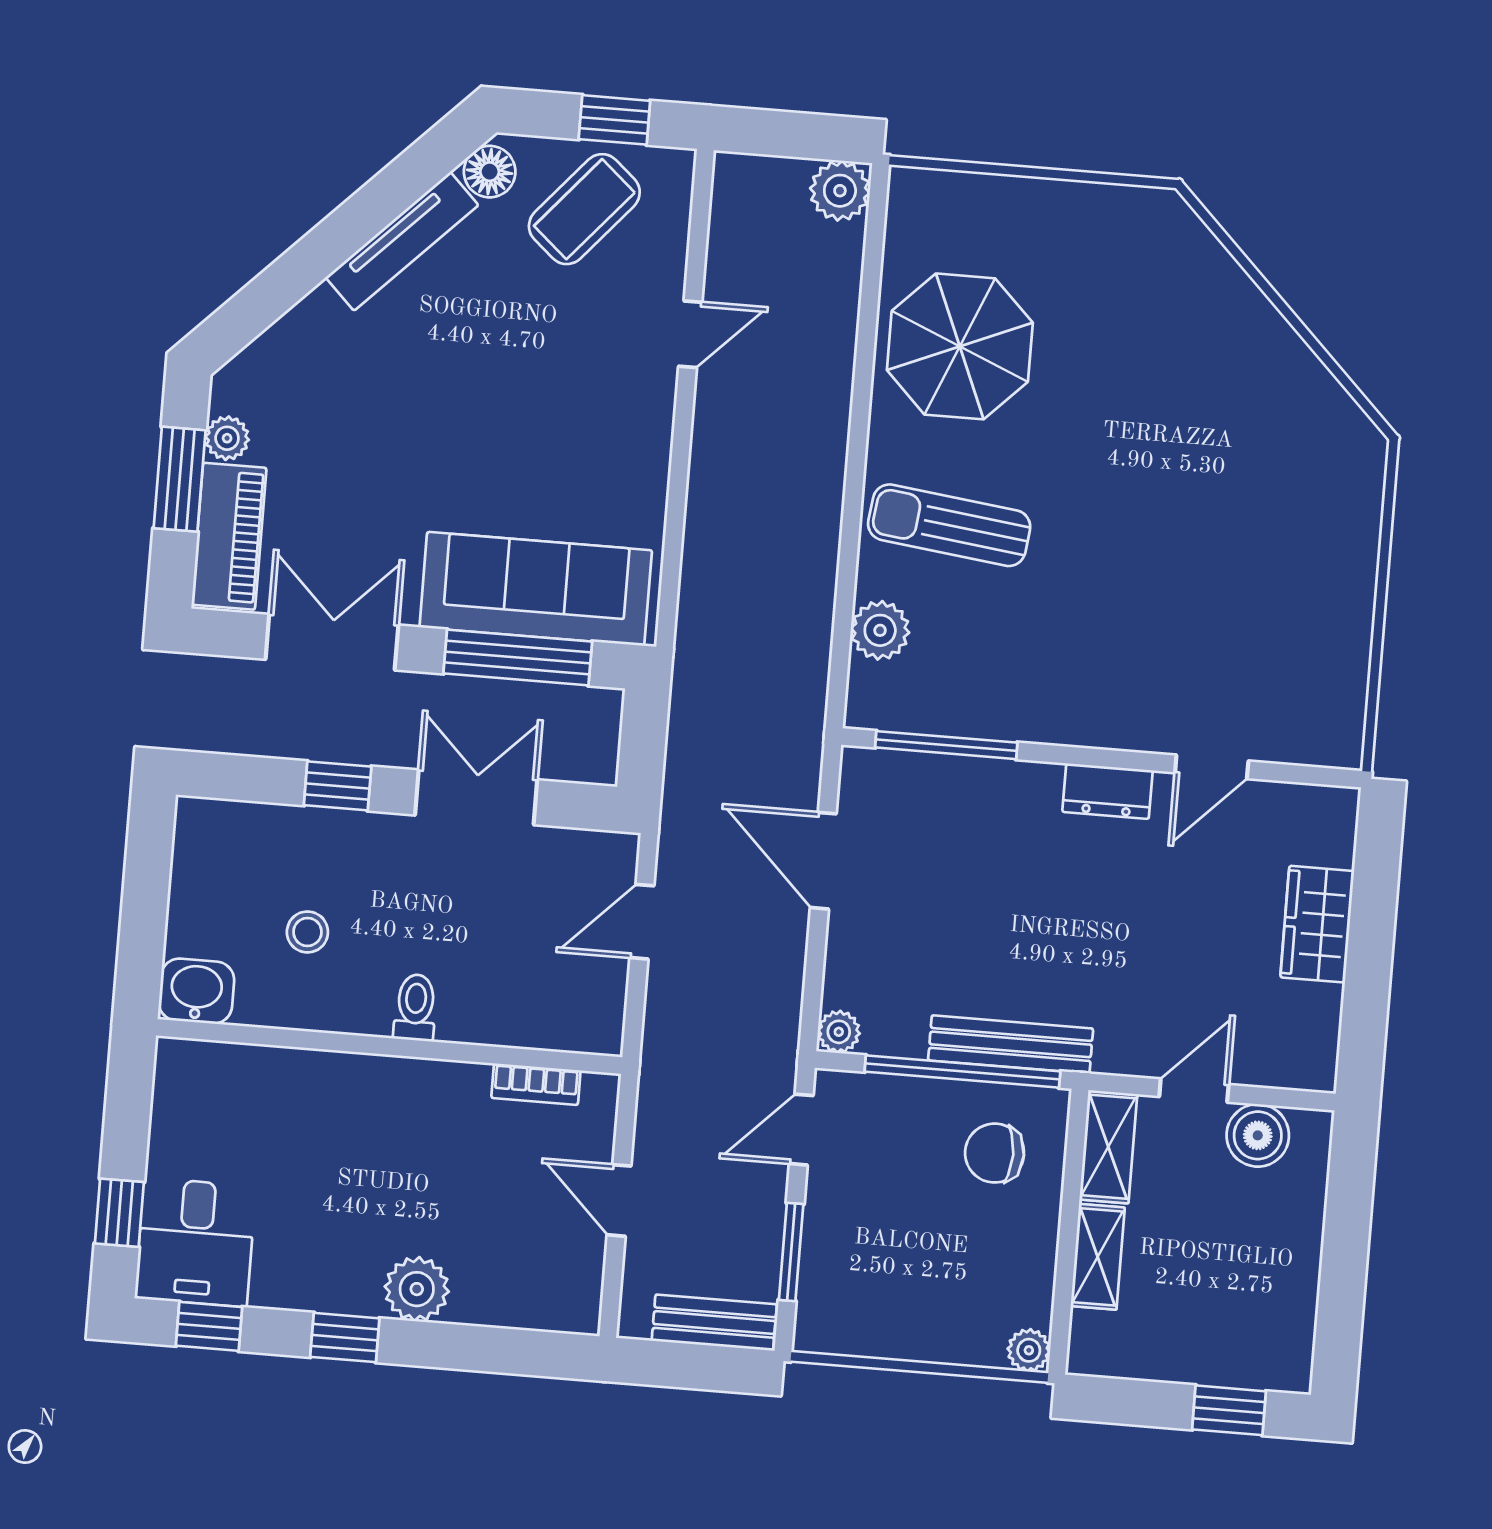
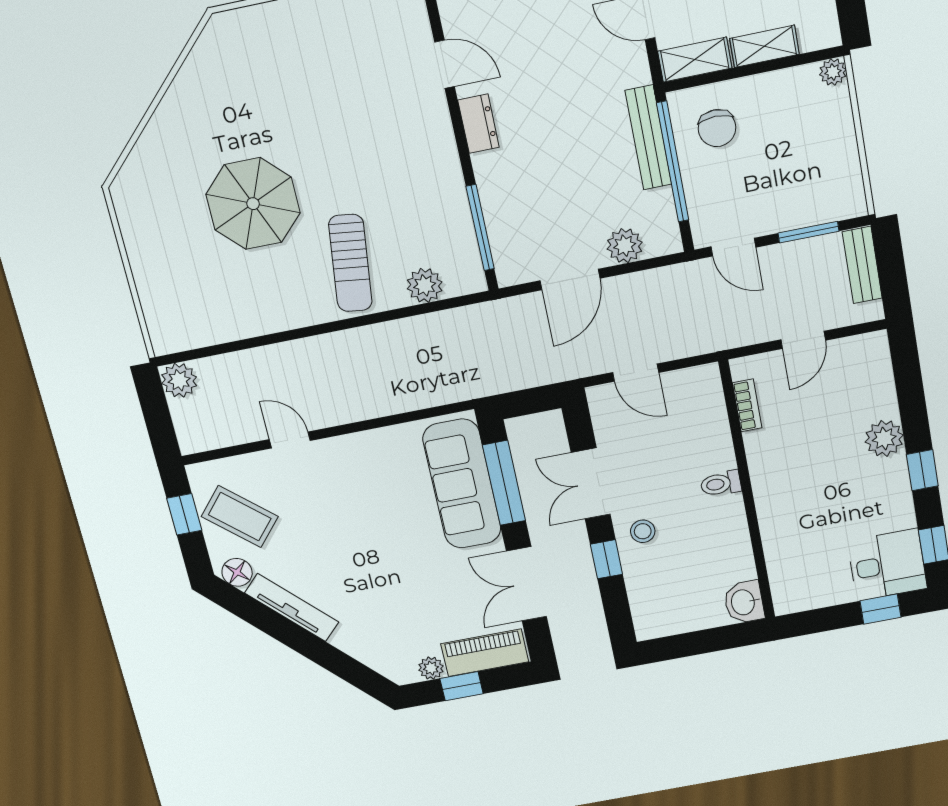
parasol: (960, 346) -> (253, 204), moved
window: (180, 479) -> (462, 686), width x0.67
stool: (307, 932) -> (643, 531), moved
plant: (839, 1032) -> (625, 246), moved, width x1.38, depth x1.38

